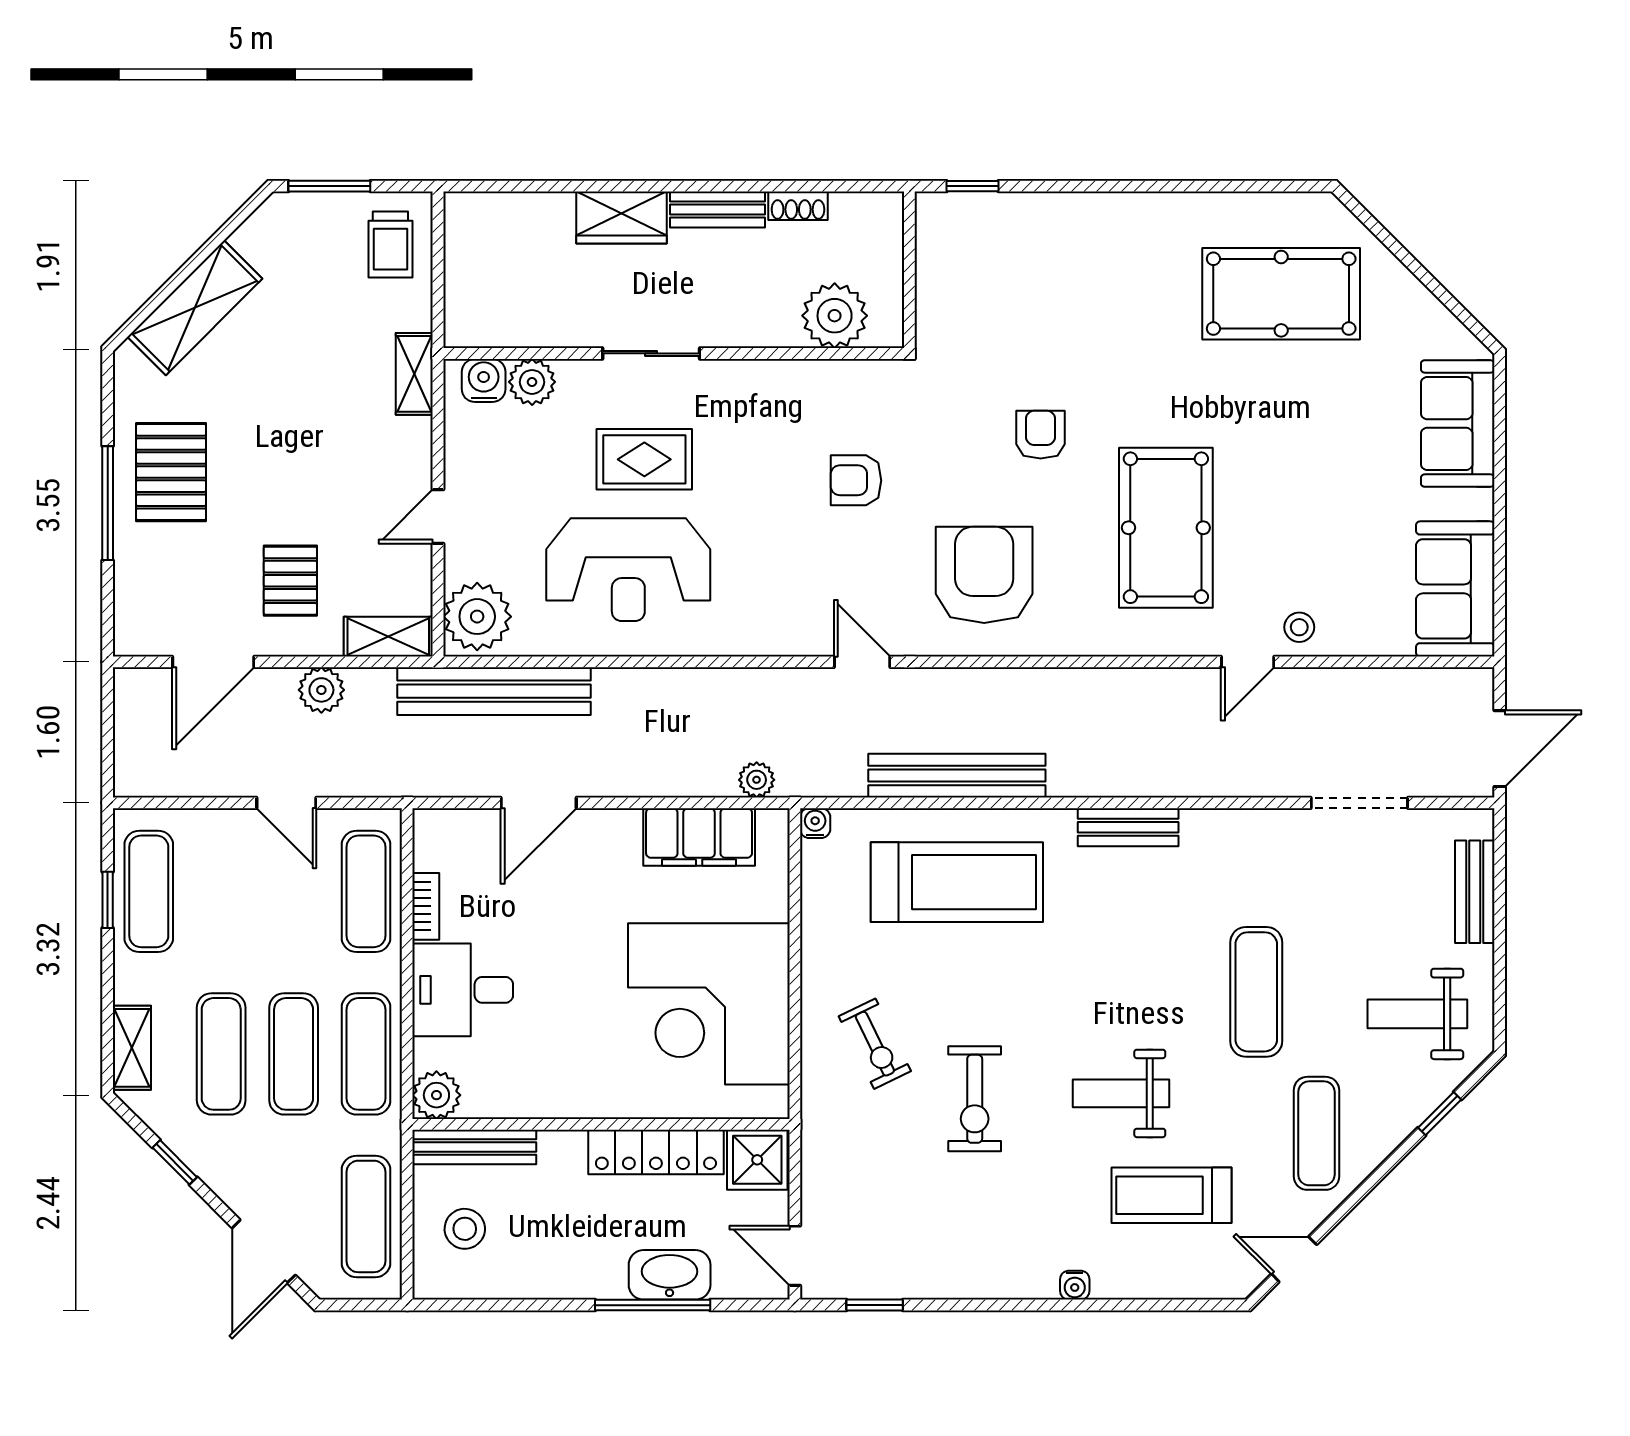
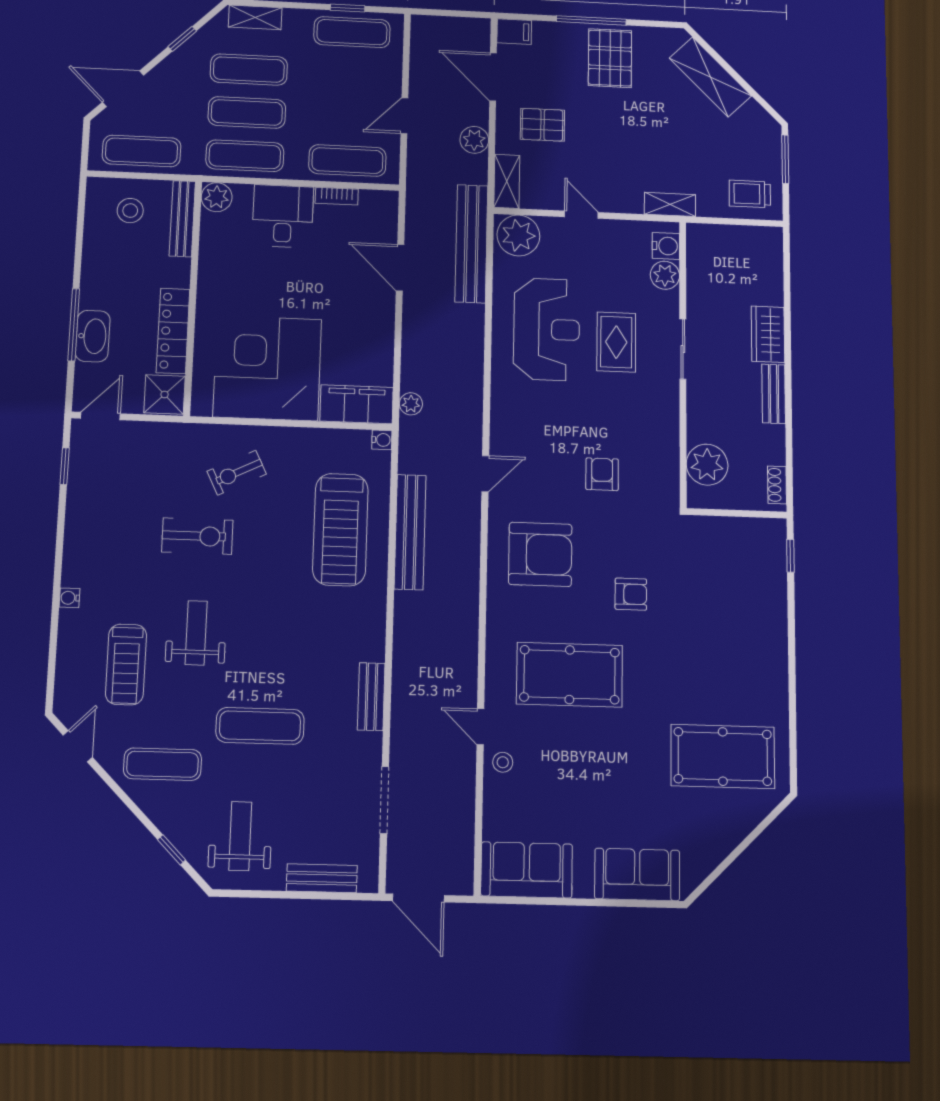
shoe rack: (798, 206) -> (777, 485), moved
pool table: (1281, 294) -> (723, 756), turned 90
pallet: (171, 472) -> (610, 58), turned 90
reception desk: (628, 570) -> (547, 329), turned 180
filing cabinet: (134, 629) -> (514, 32), added
bench: (1128, 827) -> (371, 697), moved
filing cabinet: (699, 837) -> (357, 404), moved, turned 90
exercise bike: (975, 1099) -> (197, 536), turned 180
treadmill: (1171, 1195) -> (126, 664), turned 180

